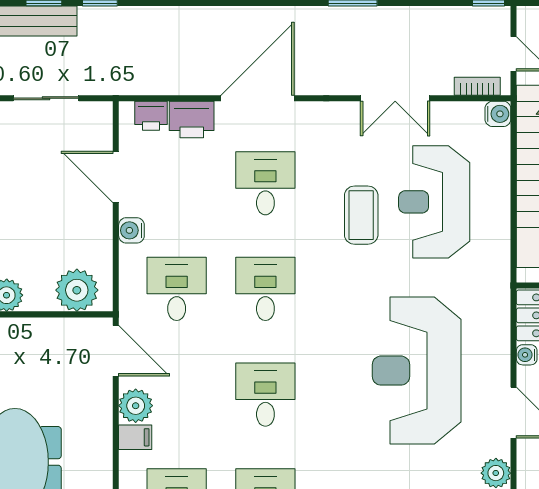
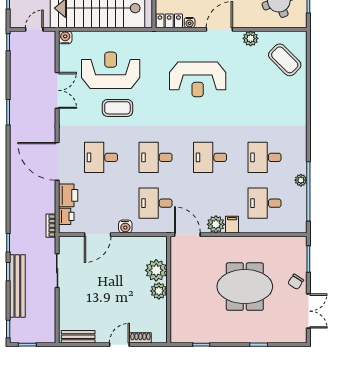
bookcase: (477, 86) -> (51, 226), moved
reception desk: (434, 202) -> (111, 70), turned 180
plant: (77, 290) -> (156, 270), moved
door: (116, 351) -> (187, 235), hinge flipped
reception desk: (417, 371) -> (198, 79), width x0.74, depth x0.77

